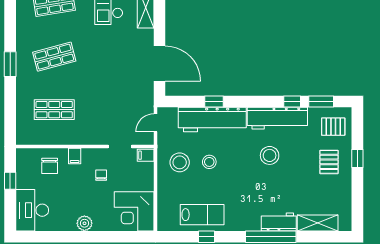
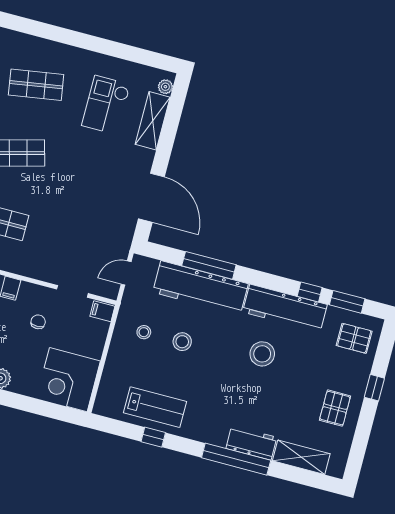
window: (214, 101) -> (209, 265), width x2.17
stool: (180, 162) -> (144, 332), width x0.53, depth x0.53
pallet: (329, 162) -> (335, 408), moved

